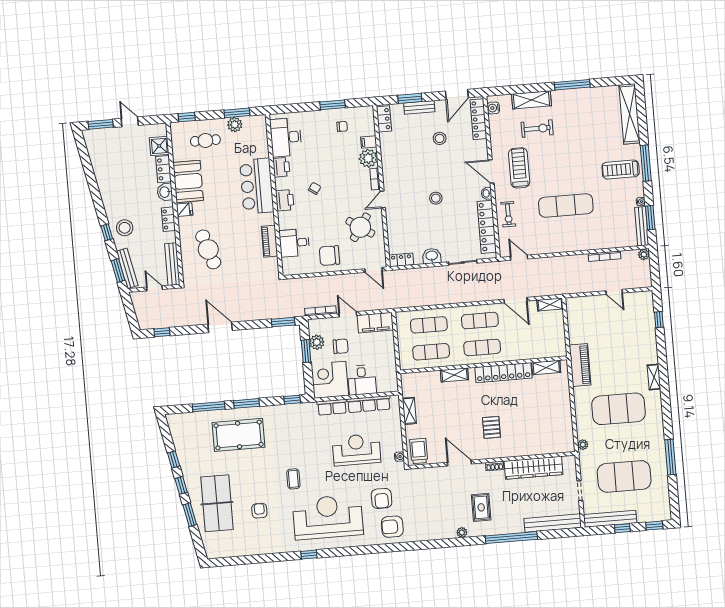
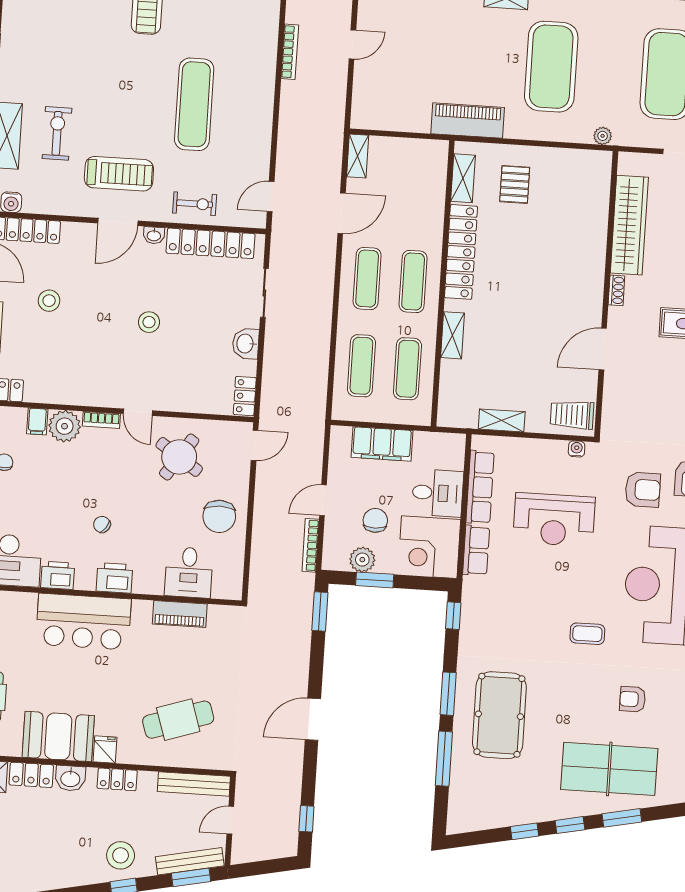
treadmill: (519, 168) -> (119, 174), turned 180
filing cabinet: (375, 323) -> (382, 444), moved, turned 90
pallet: (491, 427) -> (515, 184), moved, turned 90
reception desk: (356, 450) -> (554, 520), turned -90

